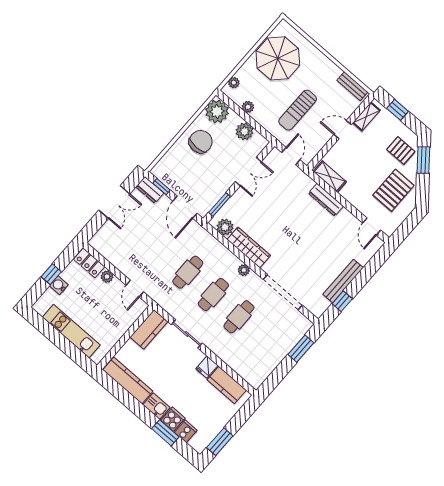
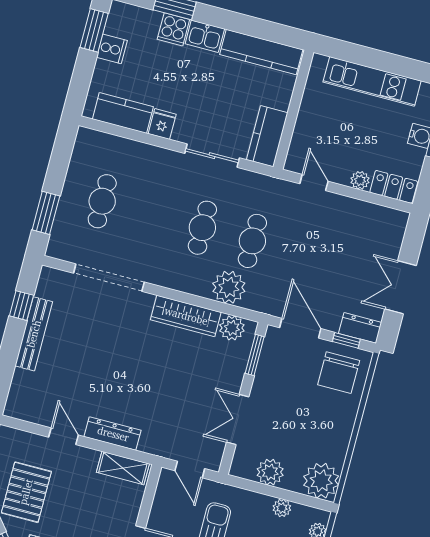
chair: (201, 142) -> (339, 373), moved
door: (372, 227) -> (64, 436), moved
plant: (244, 270) -> (229, 287), moved, width x1.88, depth x1.88
cafe table: (239, 317) -> (102, 201), moved
cooker: (186, 431) -> (112, 49), moved, turned -90

